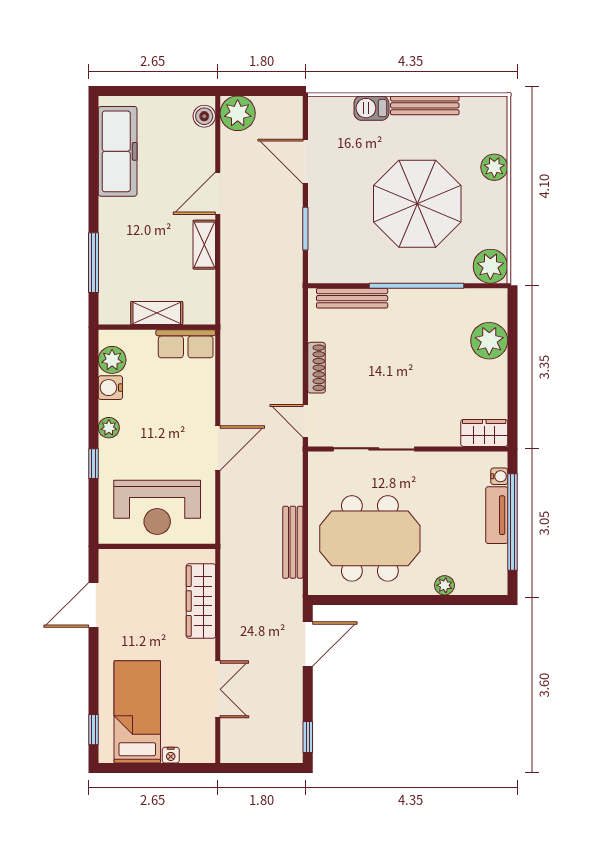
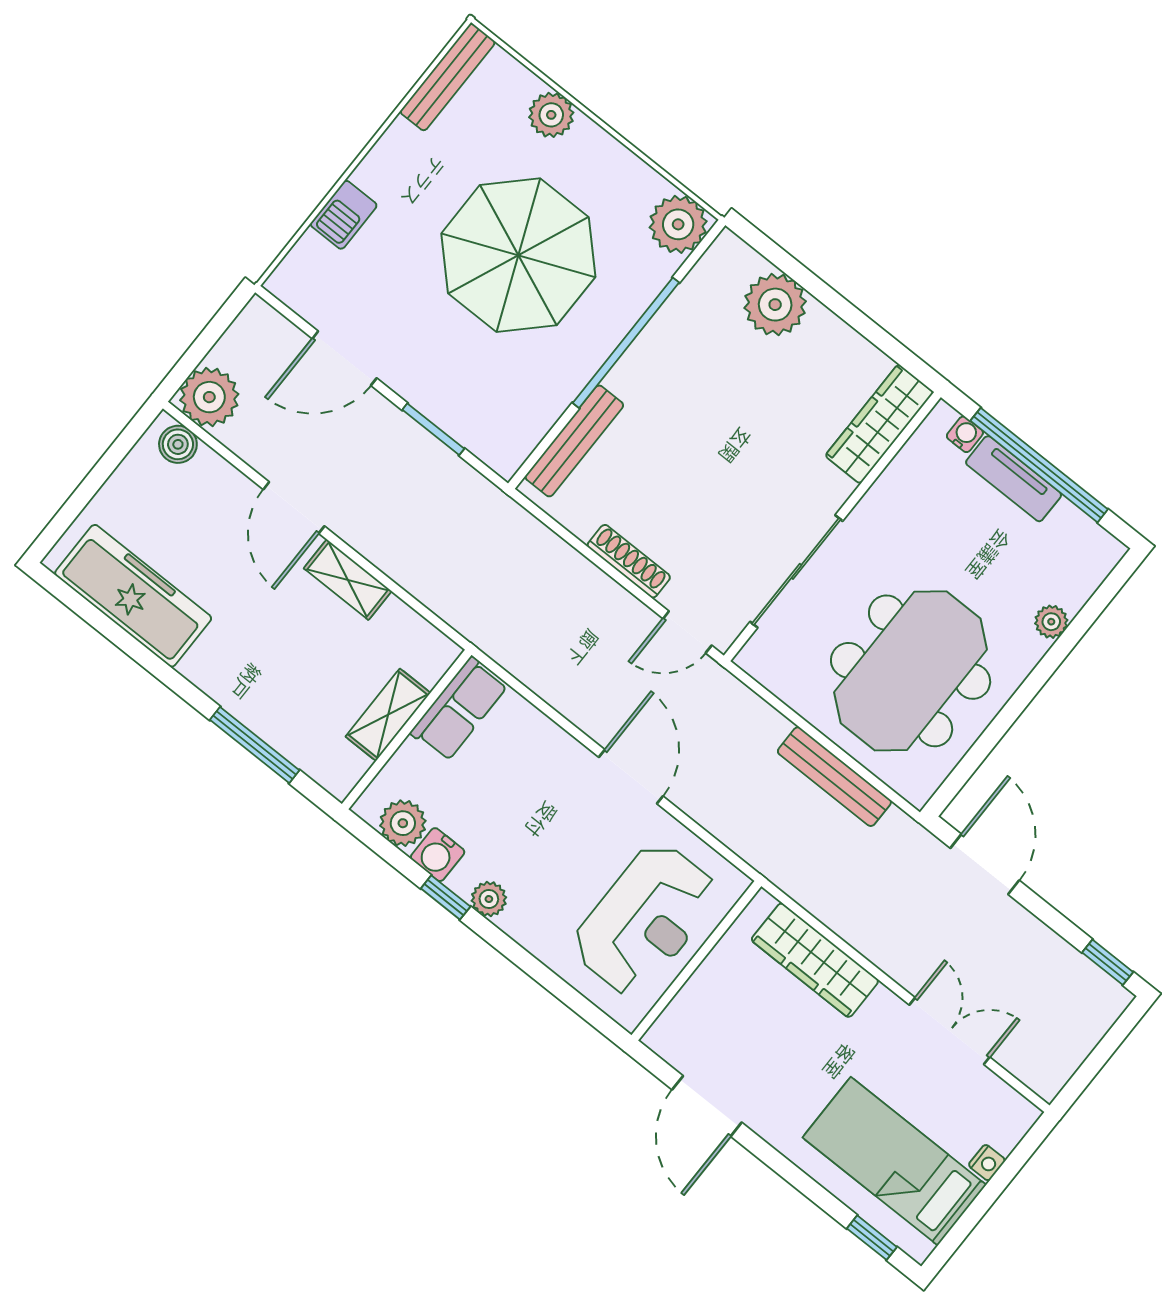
bench: (425, 105) -> (448, 77), moved
wardrobe: (484, 433) -> (879, 424), width x1.50
window: (94, 464) -> (446, 897), moved

